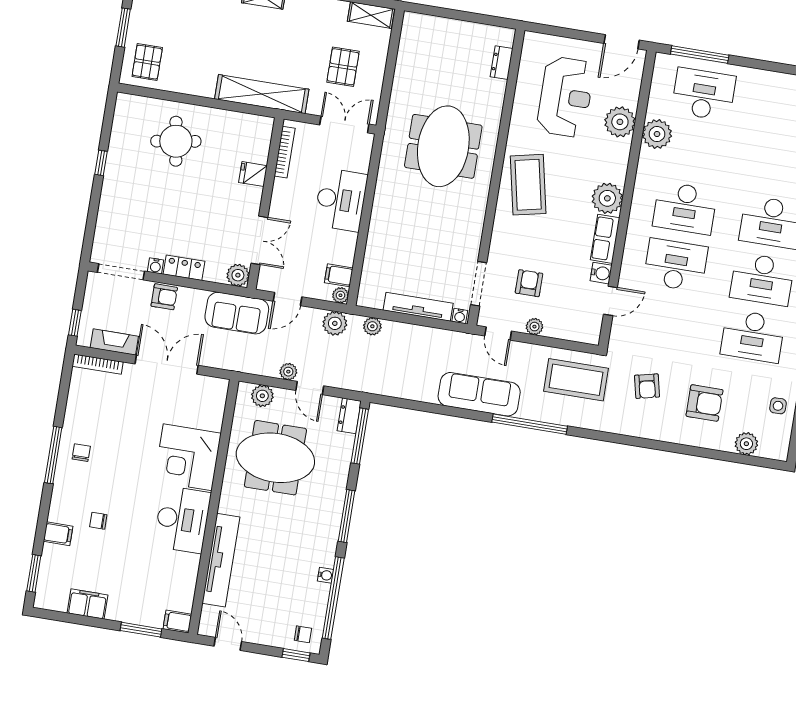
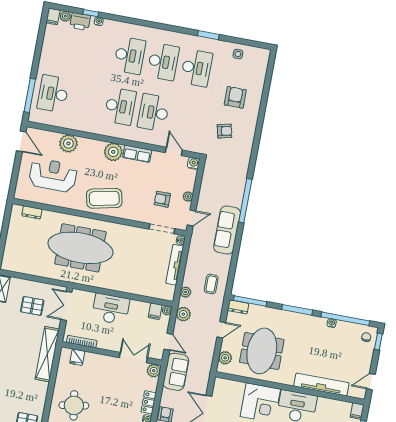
plant: (657, 134) -> (76, 122), removed
meeting table: (443, 146) -> (80, 248), width x1.36
fridge: (253, 174) -> (77, 357), moved
water cooler: (601, 273) -> (193, 163), moved
plant: (288, 372) -> (211, 342), removed
coffee table: (576, 380) -> (211, 284), moved, width x0.54, depth x0.58
plant: (746, 444) -> (260, 73), removed

